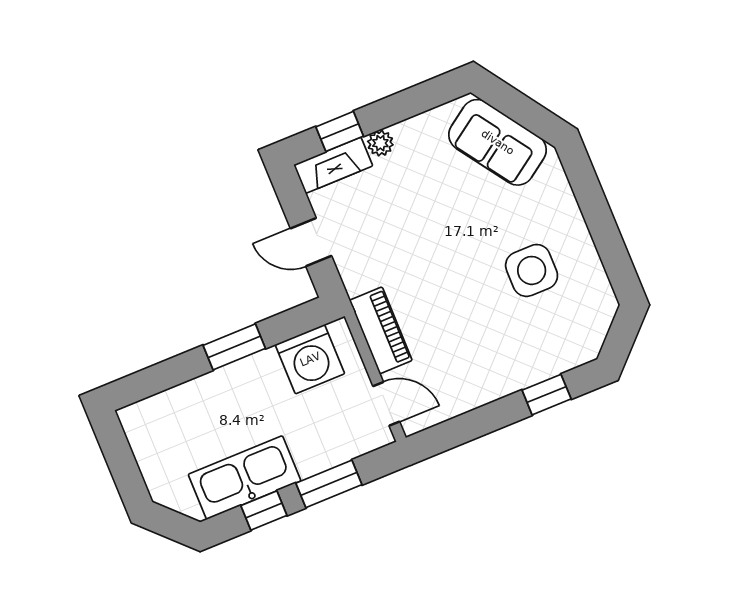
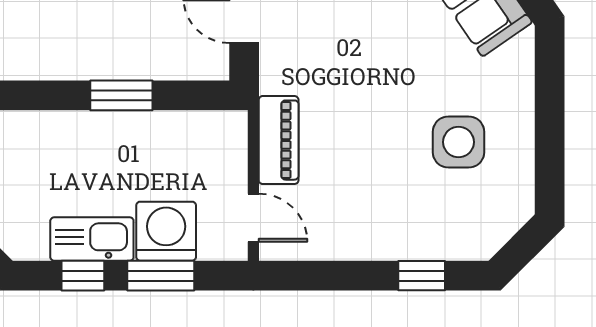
washing machine: (310, 359) -> (166, 231), moved, turned 180
kitchen sink: (245, 478) -> (92, 239), width x0.73, depth x0.81

